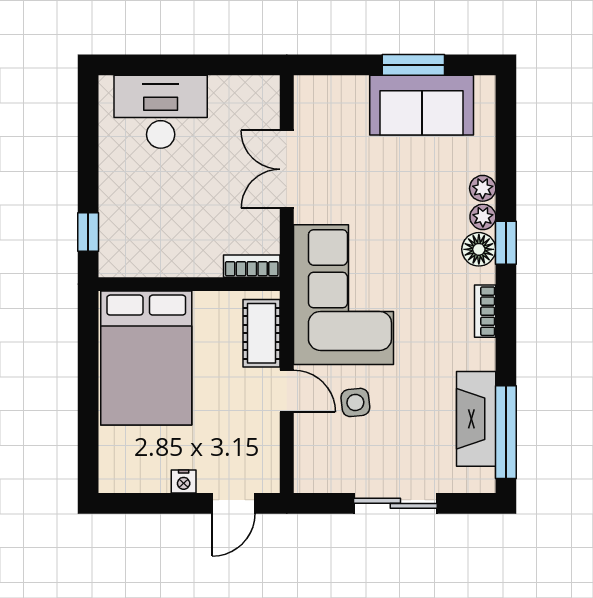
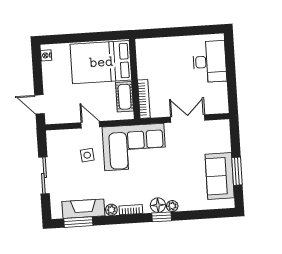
plant: (483, 188) -> (111, 210), moved
window: (88, 232) -> (155, 33), removed
bookcase: (252, 266) -> (144, 99), width x1.56
cot: (262, 333) -> (125, 97), moved, turned 90
door: (287, 391) -> (90, 125), swing flipped
window: (506, 432) -> (78, 222), width x0.69
nightstand: (184, 481) -> (46, 55), moved

